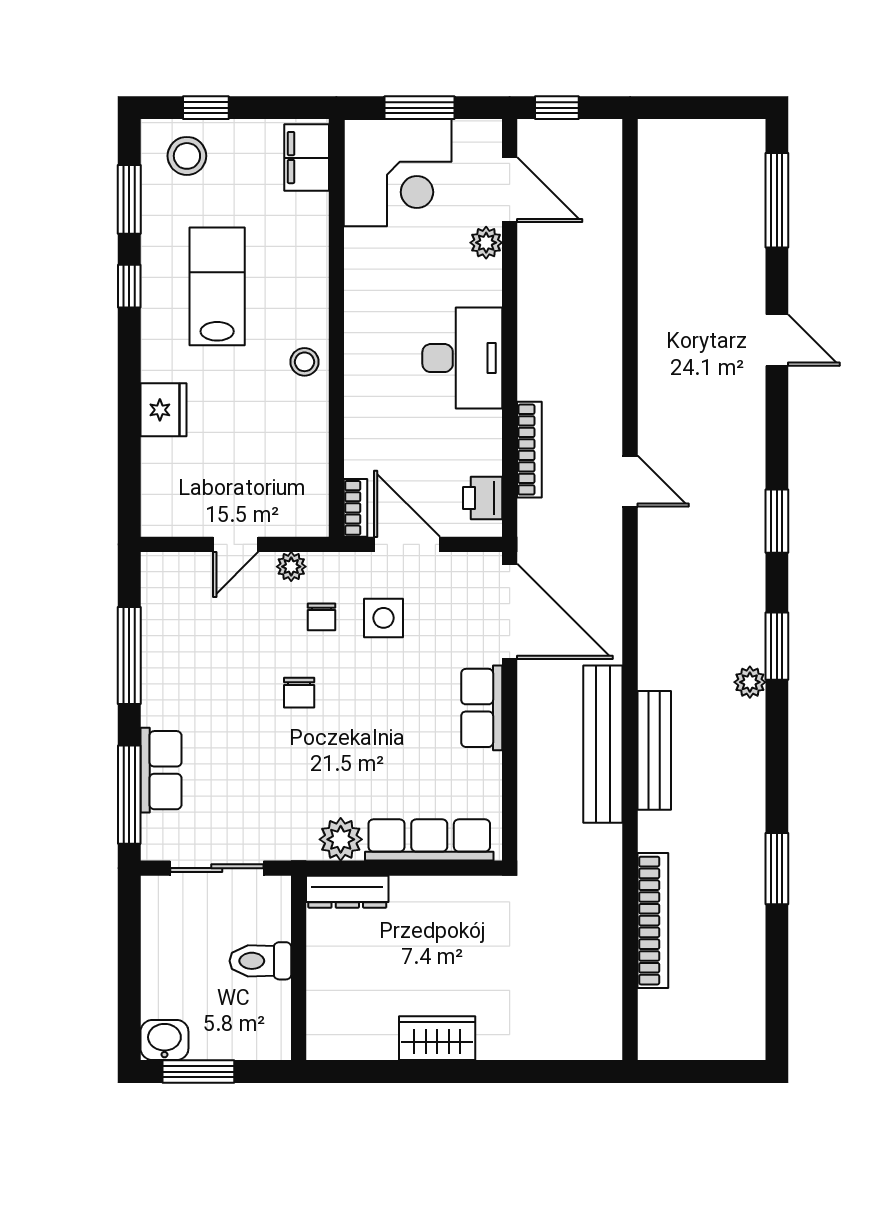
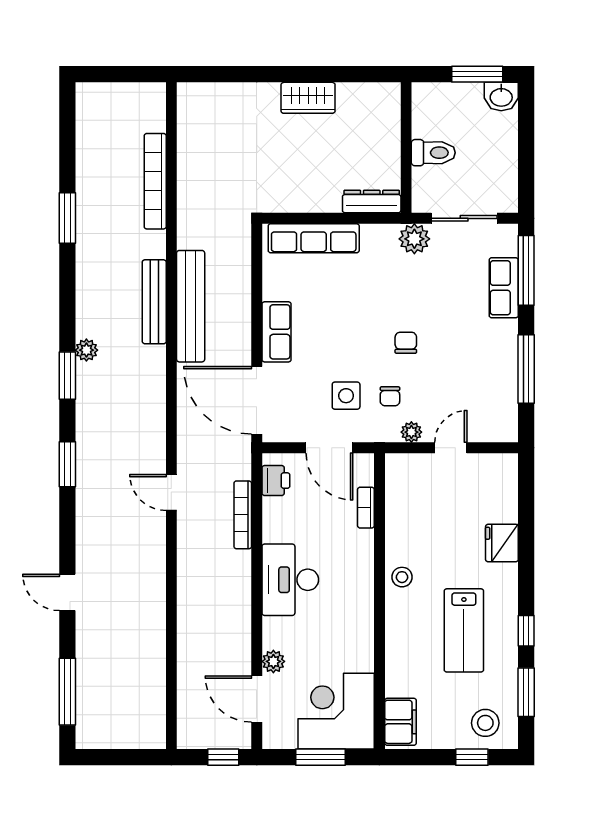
bookcase: (355, 508) -> (366, 508), moved
chair: (321, 617) -> (390, 396), turned 180
plant: (341, 839) -> (414, 239), moved

